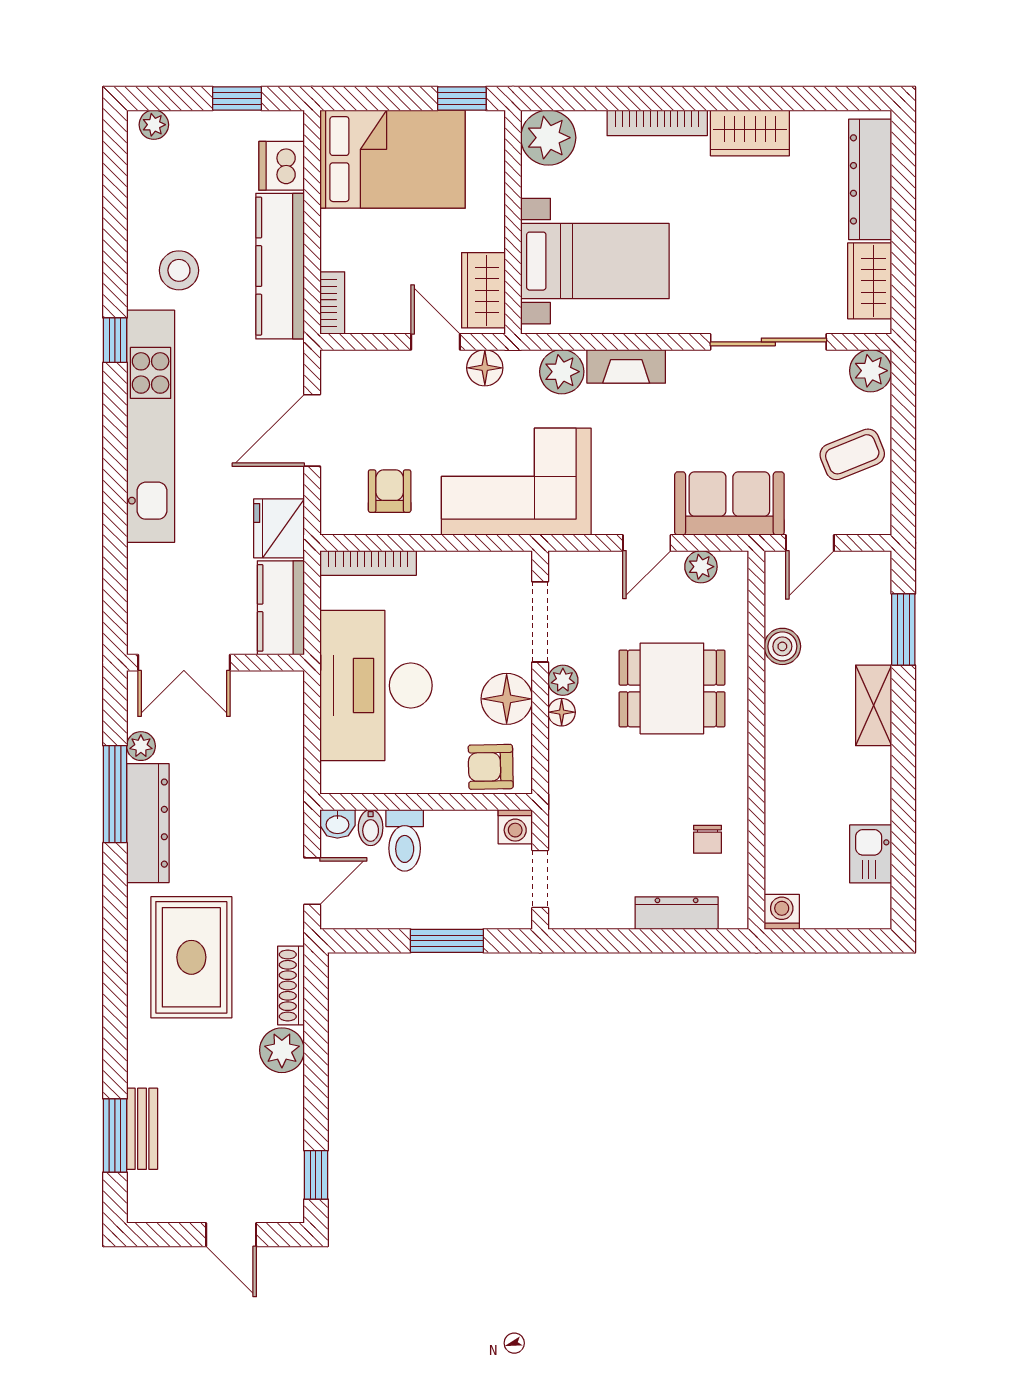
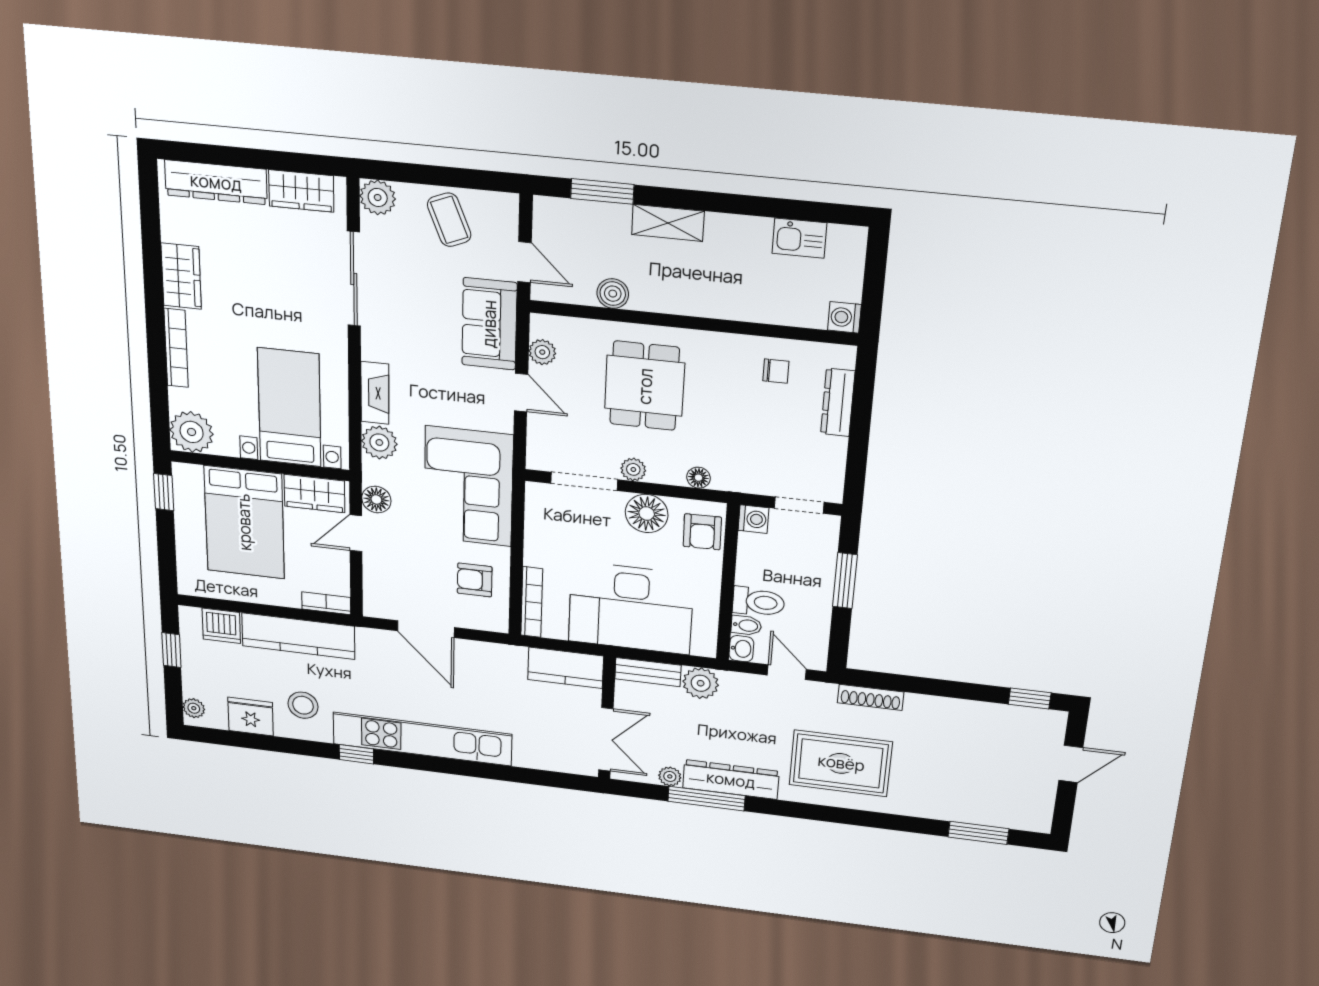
bed: (392, 159) -> (244, 522), moved, turned 180
fridge: (279, 528) -> (251, 717), moved, turned 180
floor lamp: (562, 712) -> (698, 478), moved
plant: (282, 1050) -> (701, 683), moved
bench: (142, 1129) -> (648, 672), moved

